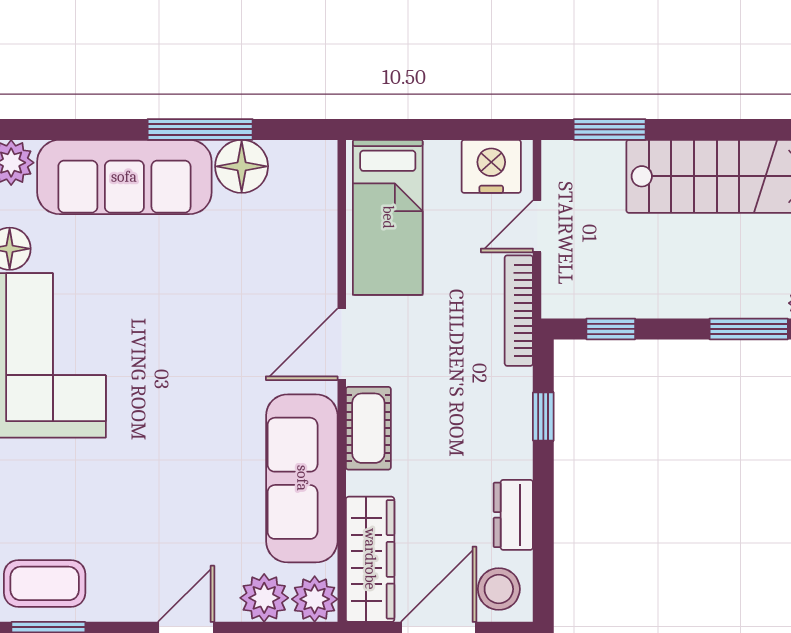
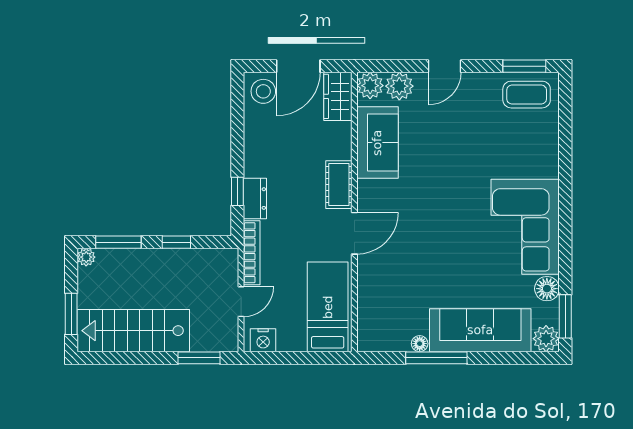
floor lamp: (242, 166) -> (420, 344), width x0.53, depth x0.53
nightstand: (491, 166) -> (263, 340), width x0.74, depth x0.75
window: (611, 329) -> (176, 242), moved
sofa: (302, 478) -> (377, 143), width x0.73
dresser: (513, 515) -> (255, 199), moved
wardrobe: (370, 559) -> (338, 96), width x0.67

